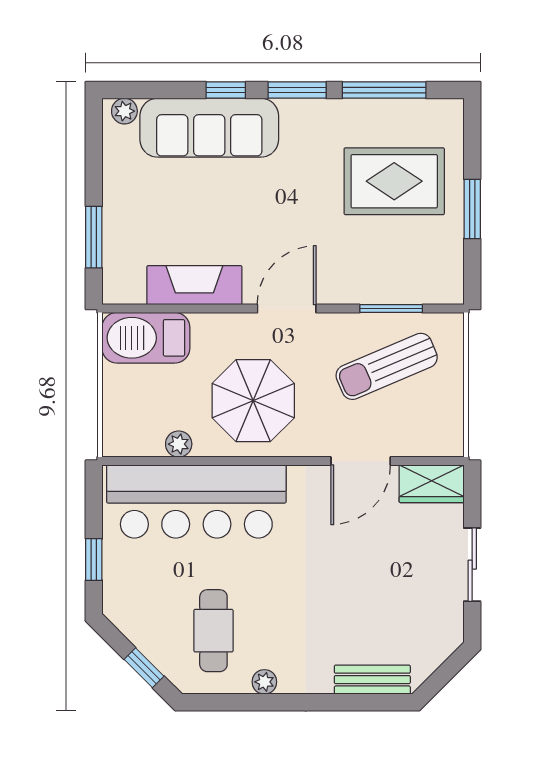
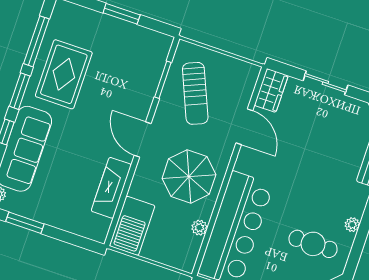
rug: (394, 181) -> (64, 74), moved
window: (94, 237) -> (25, 223), moved

